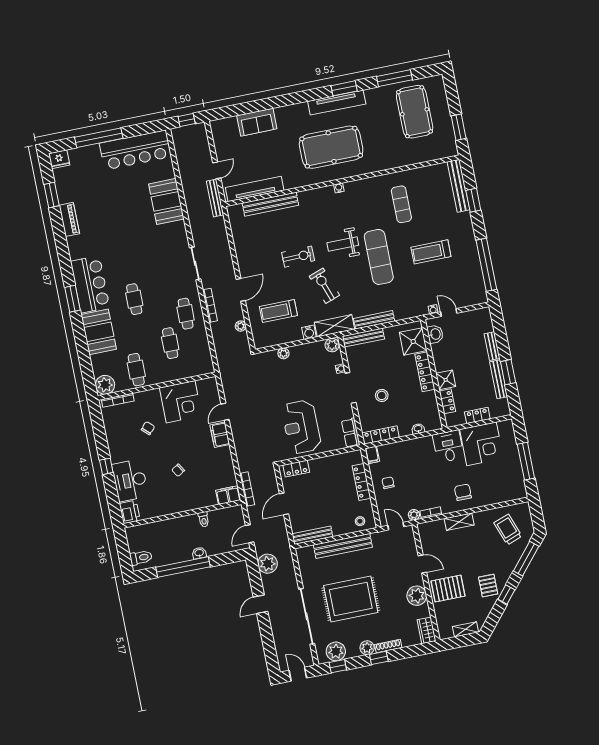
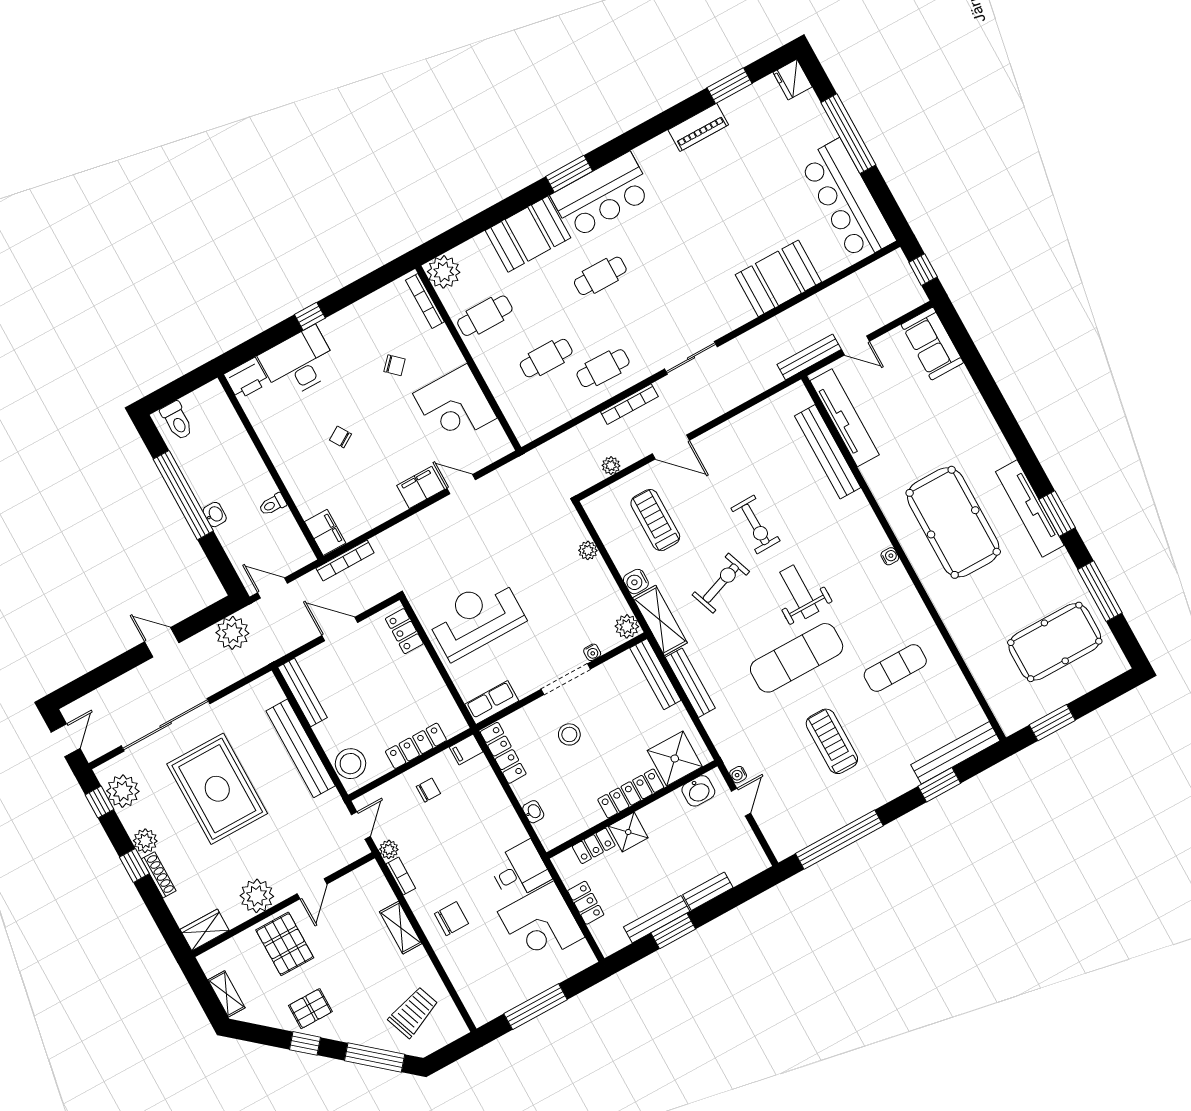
sofa: (257, 122) -> (932, 344), moved
stool: (360, 521) -> (350, 764), width x1.89, depth x1.89

